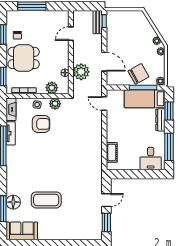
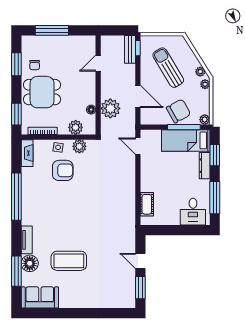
sun lounger: (130, 37) -> (168, 68), added
tv unit: (11, 133) -> (27, 240), moved
door: (106, 200) -> (140, 261), swing flipped

